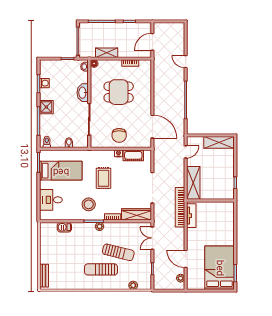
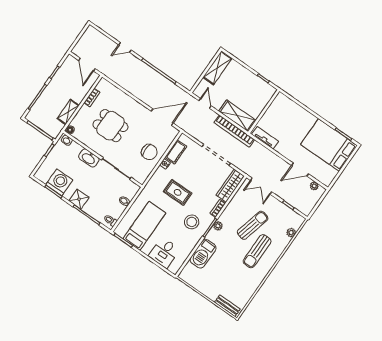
washing machine: (44, 83) -> (59, 182), width x1.89, depth x1.89
dining table: (119, 92) -> (110, 126), turned 90
bookcase: (180, 207) -> (234, 131), moved
barbecue: (64, 227) -> (203, 254), width x1.88, depth x1.53

